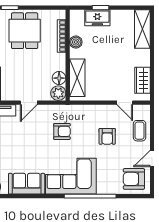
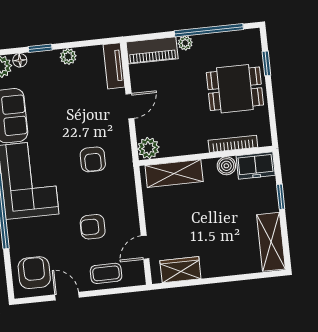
freezer: (97, 18) -> (256, 166), moved, turned -90
shelving: (142, 29) -> (271, 242), moved, turned 90
floor lamp: (59, 78) -> (171, 147), removed
door: (29, 103) -> (130, 106), swing flipped

